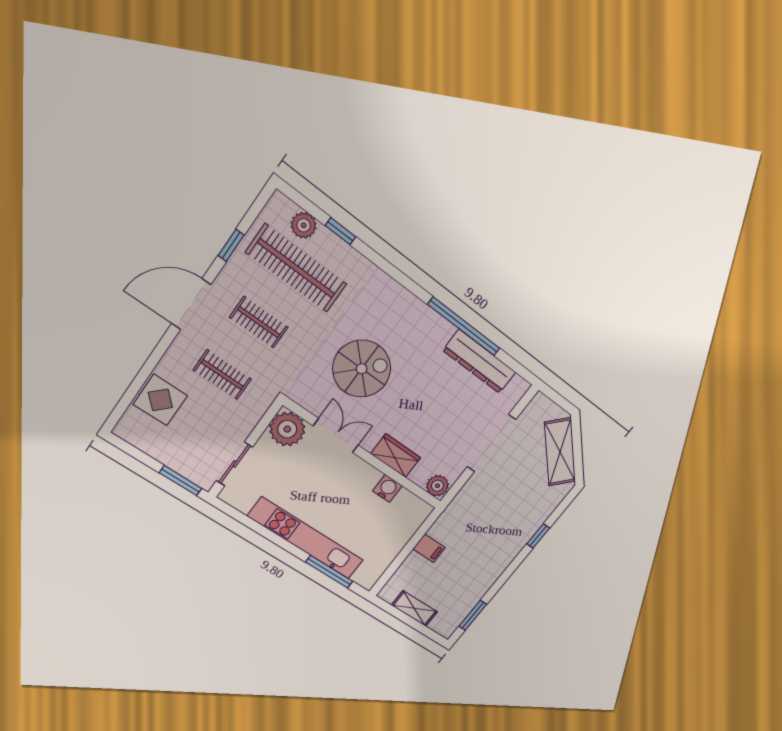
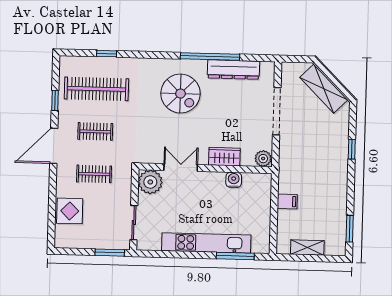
plant: (304, 225) -> (85, 64), removed
spiral stairs: (362, 369) -> (180, 94), moved, turned 90

